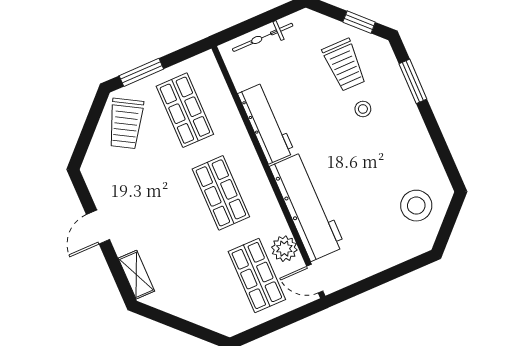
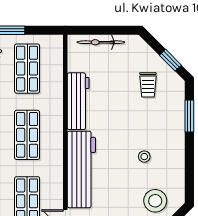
trolley: (344, 65) -> (148, 85), width x0.73, depth x0.72
stool: (363, 109) -> (144, 157), moved
plant: (284, 249) -> (54, 191), removed

